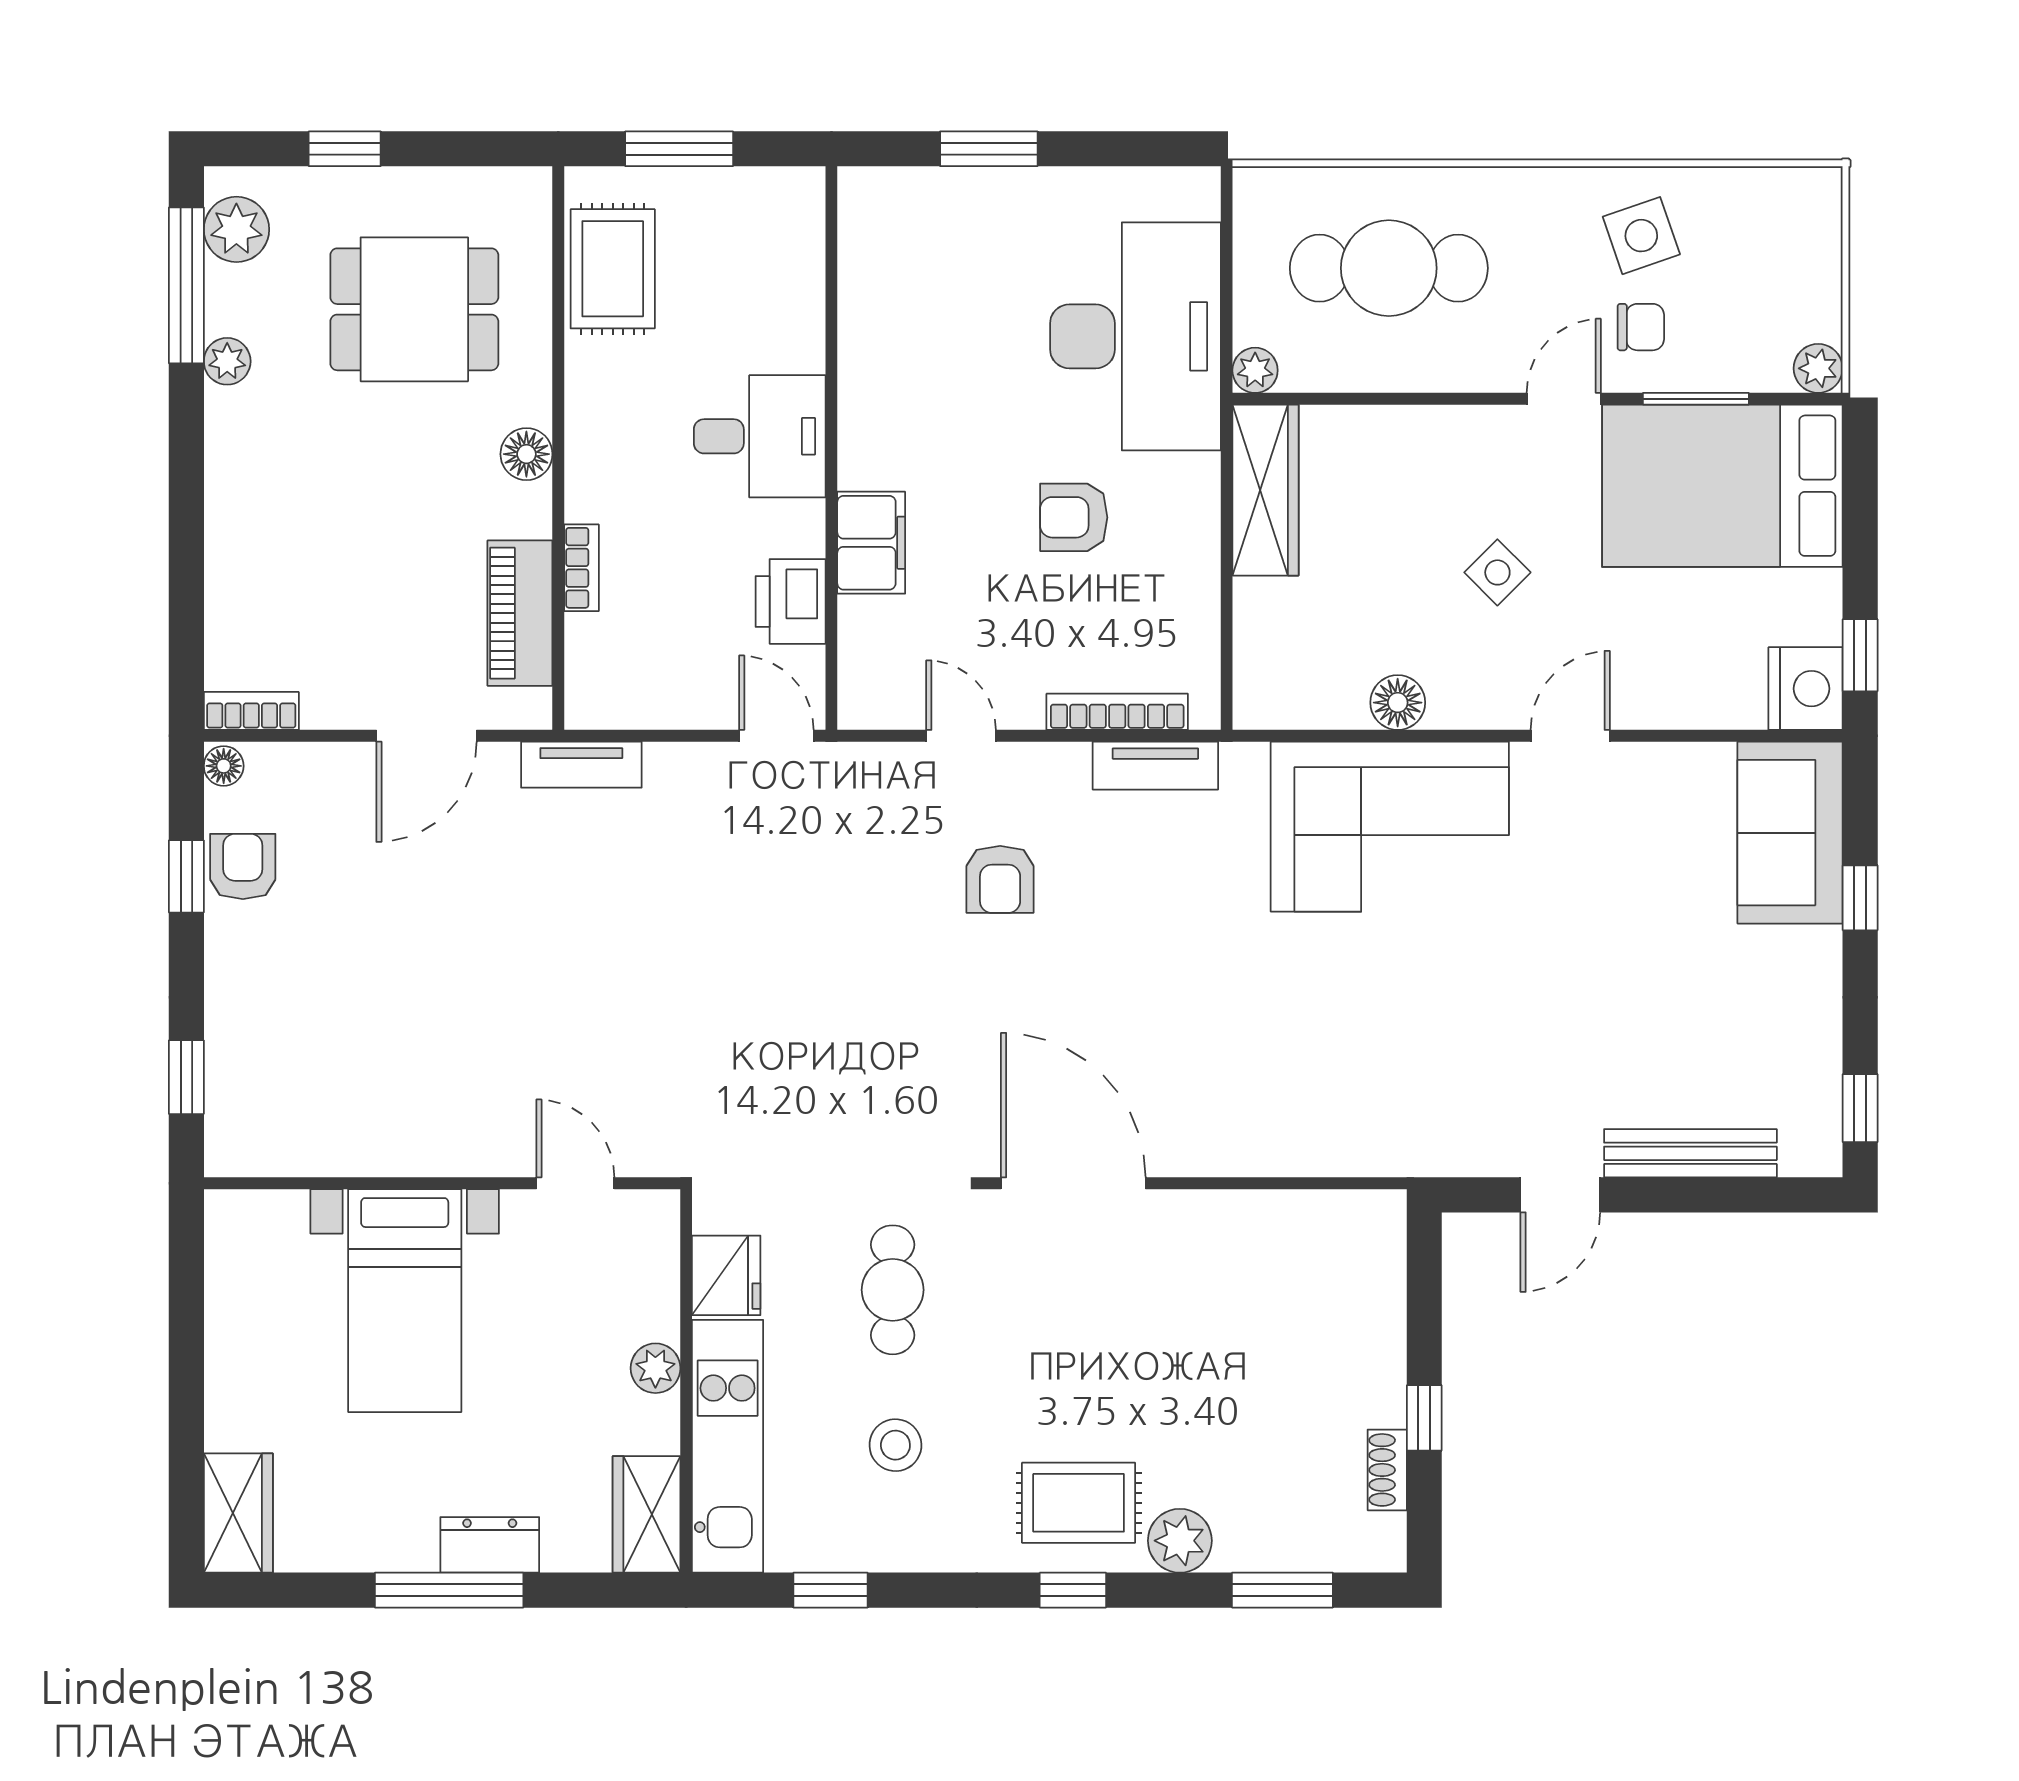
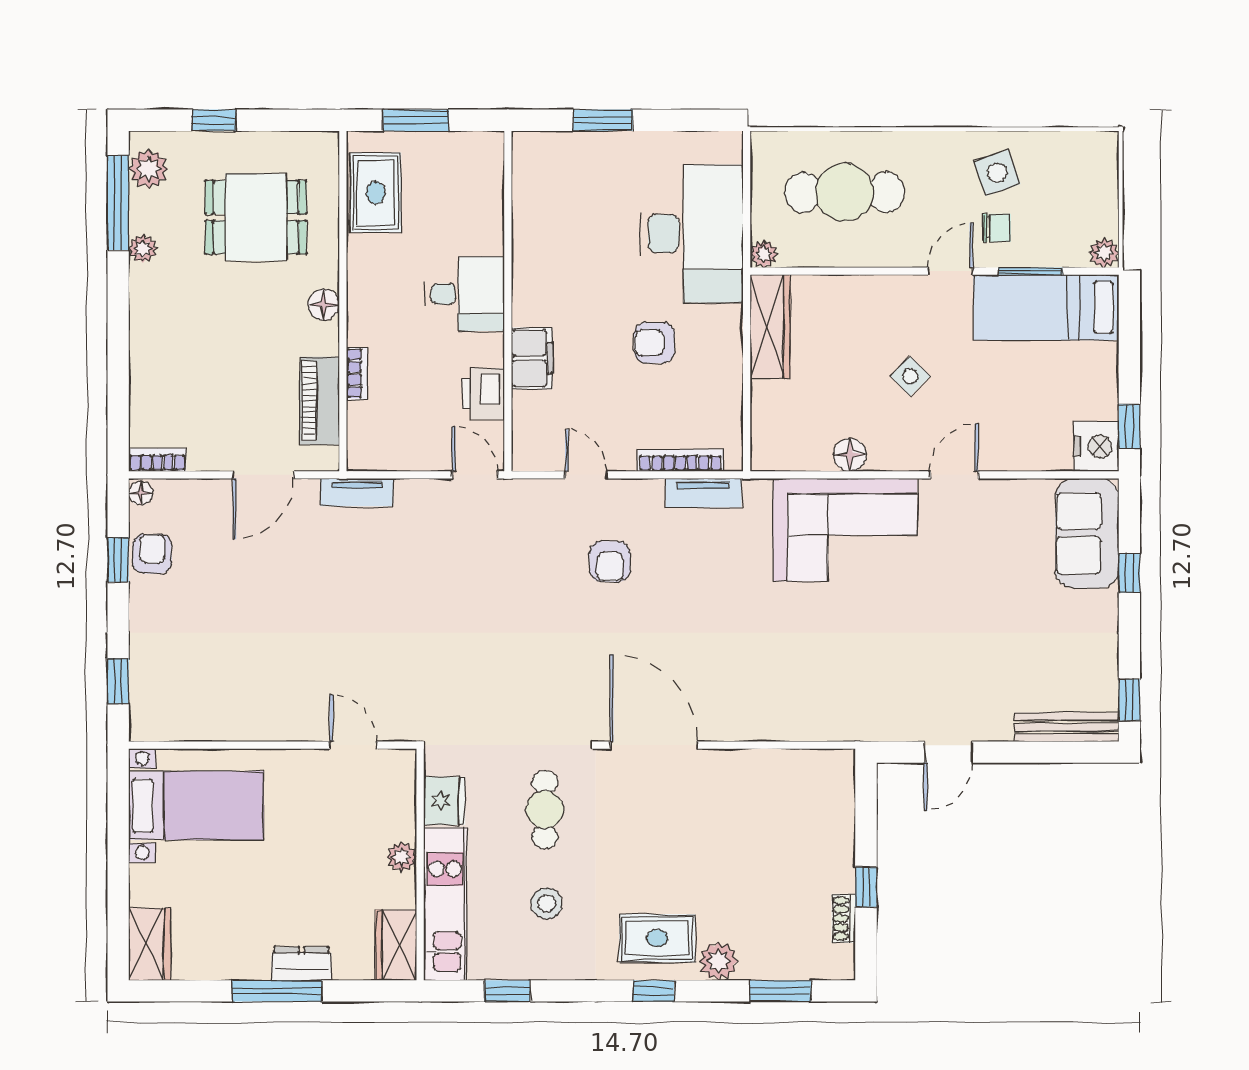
bed: (1722, 486) -> (1046, 307), width x0.67
bench: (1690, 1153) -> (1067, 727), moved
bed with nightstands: (405, 1301) -> (196, 806), moved, turned -90

